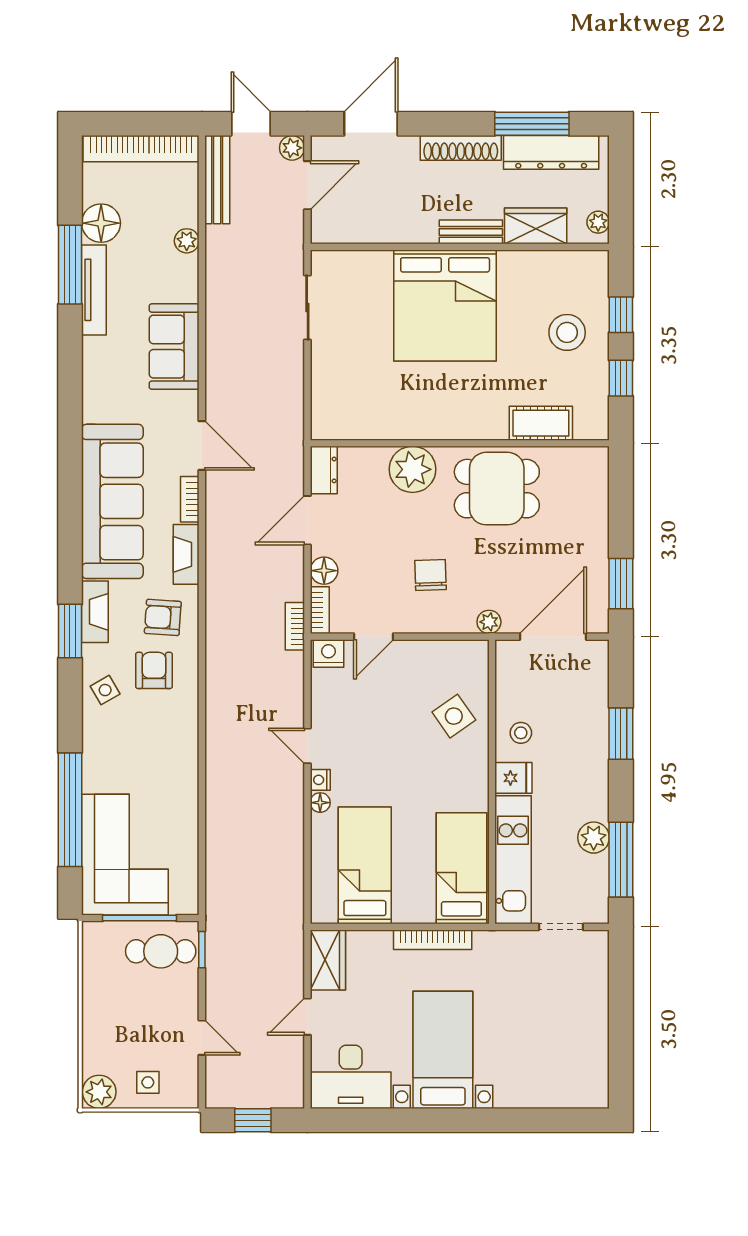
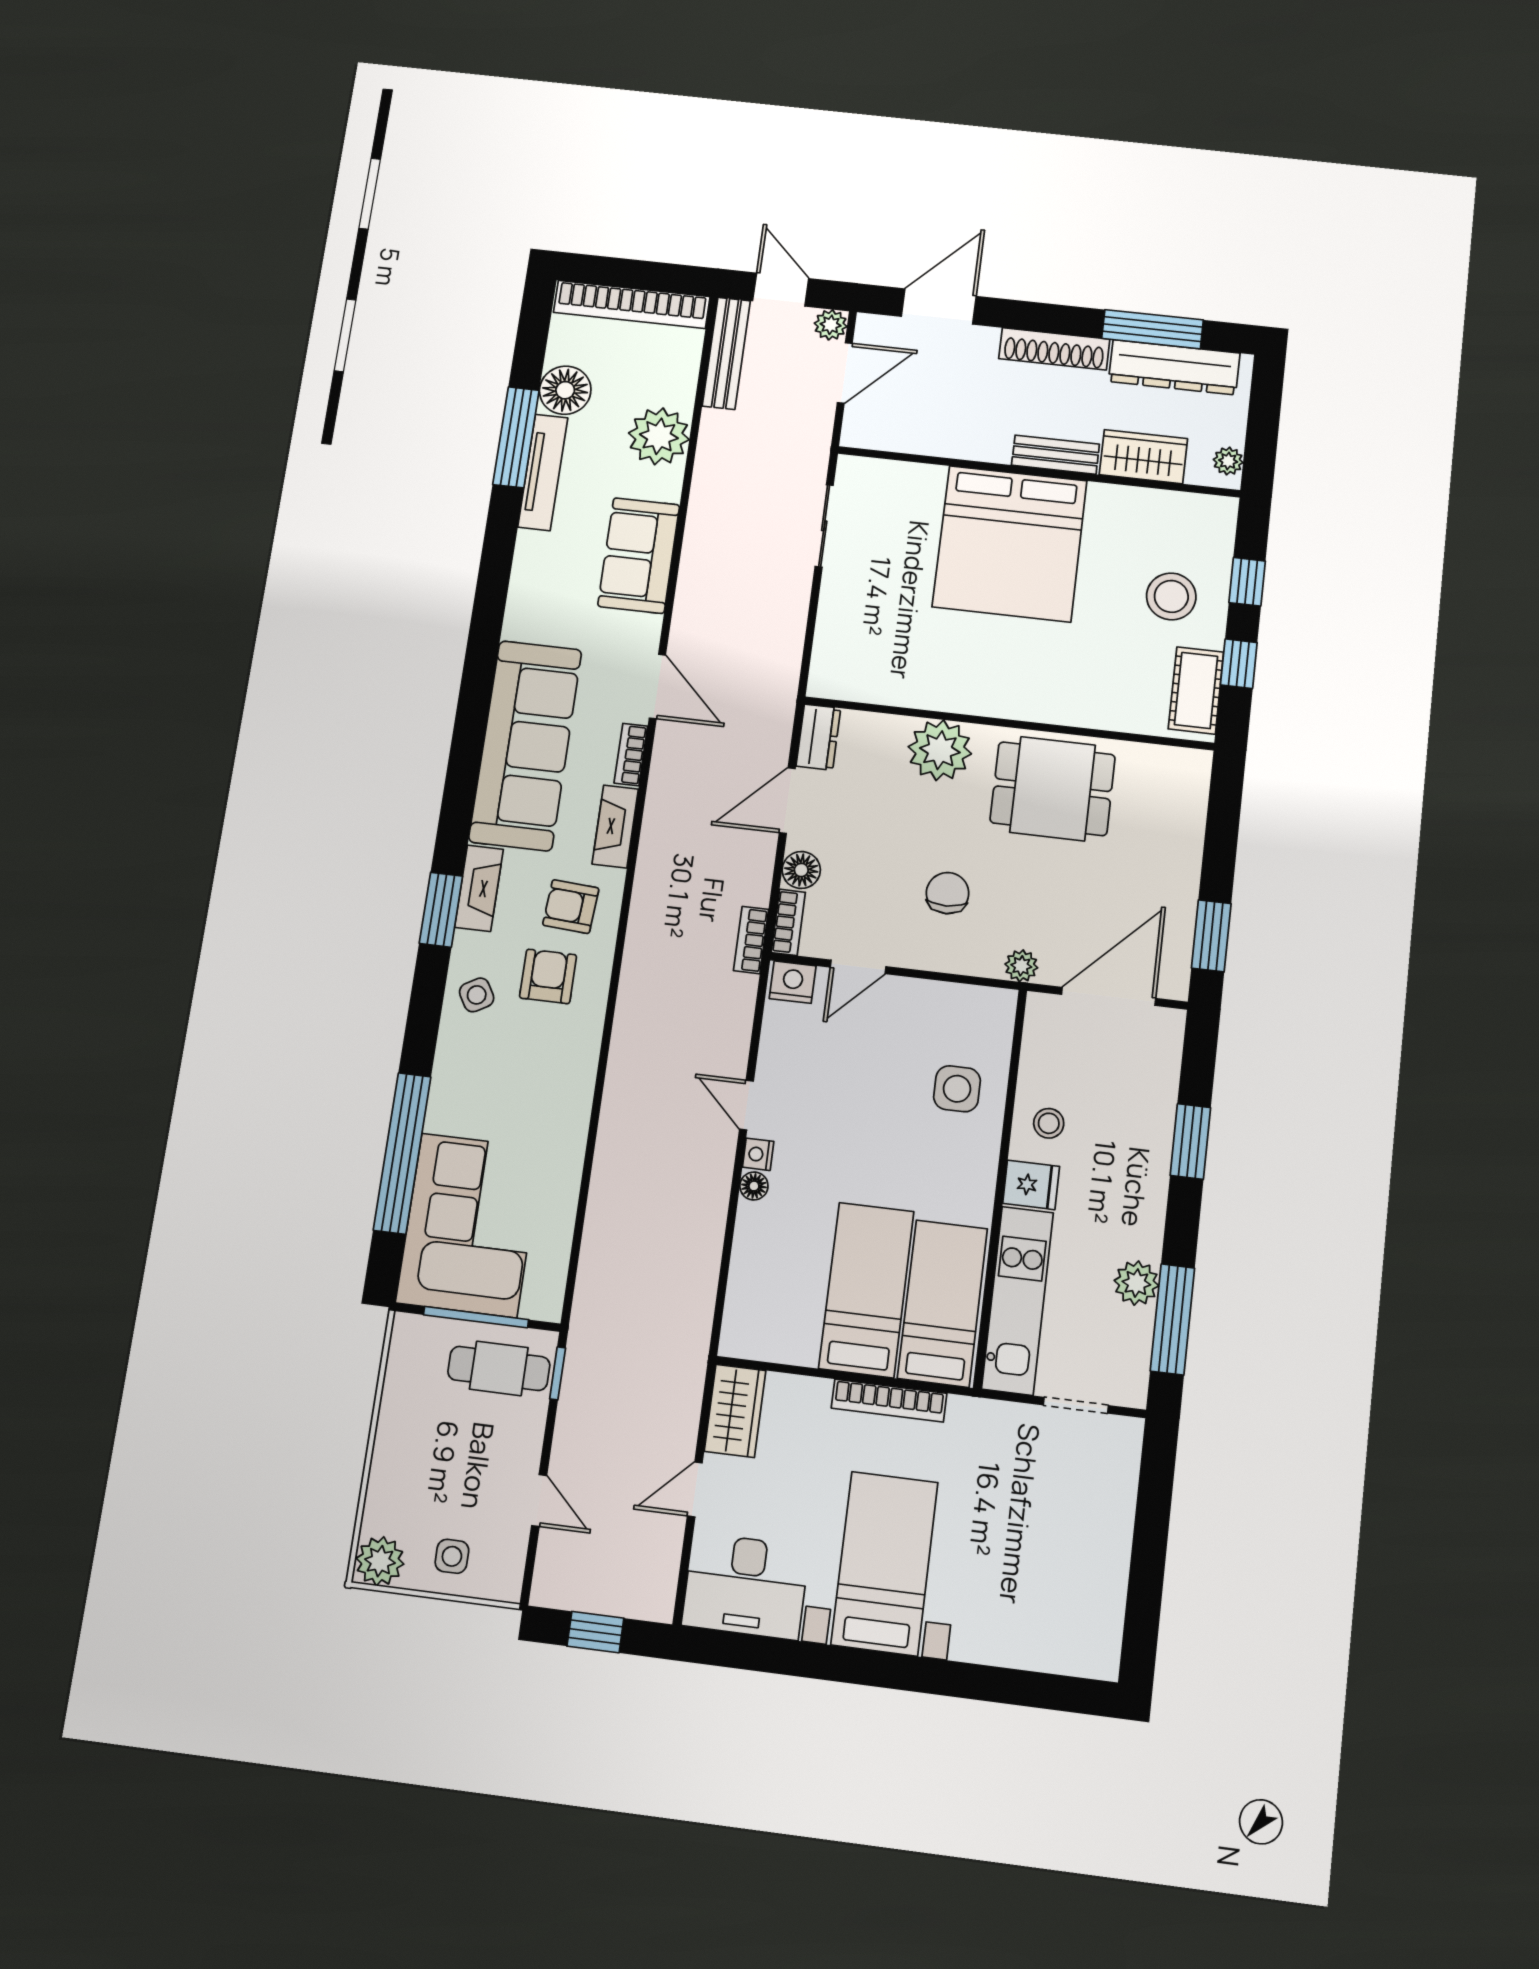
plant: (187, 241) -> (659, 436), width x1.88, depth x1.88
cot: (541, 423) -> (1196, 690), moved, turned 90
side table: (454, 716) -> (957, 1089), turned 35
bed: (365, 865) -> (866, 1290), moved

